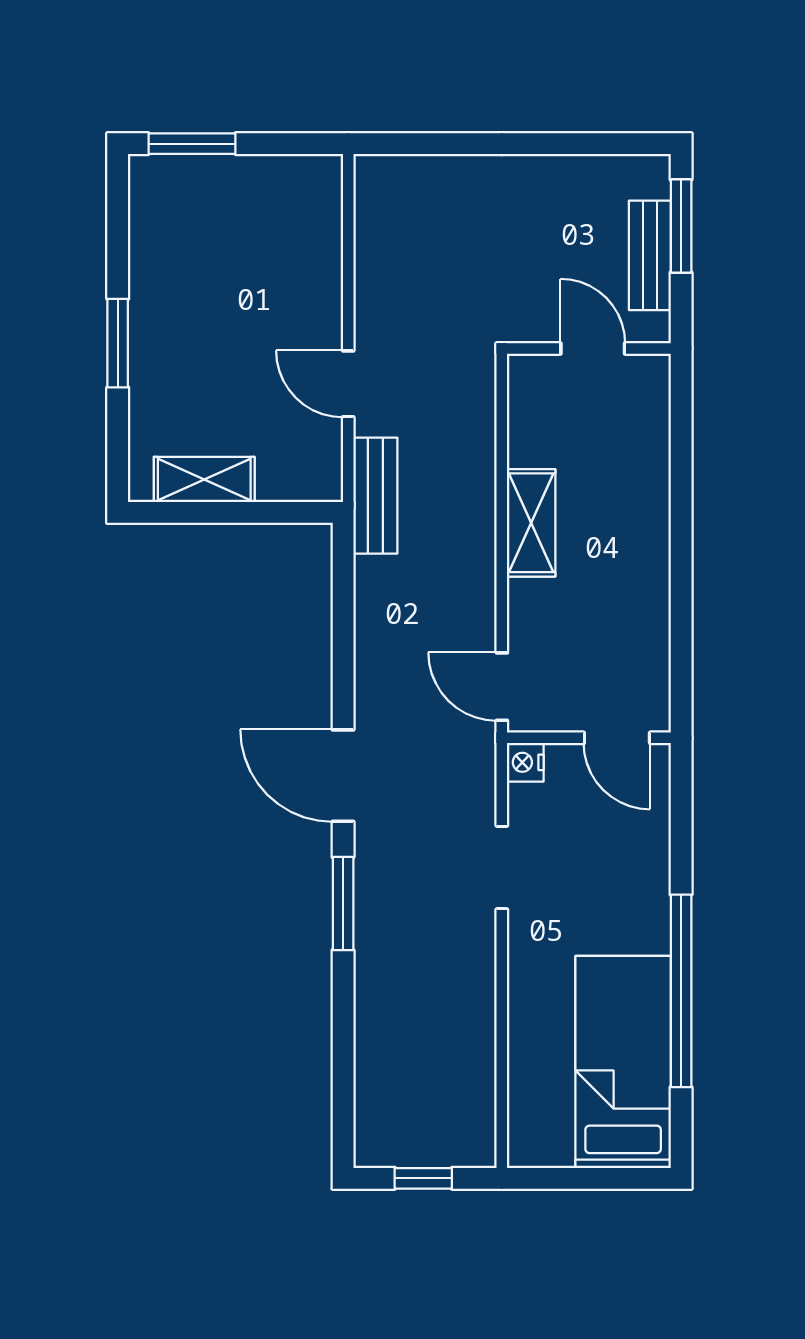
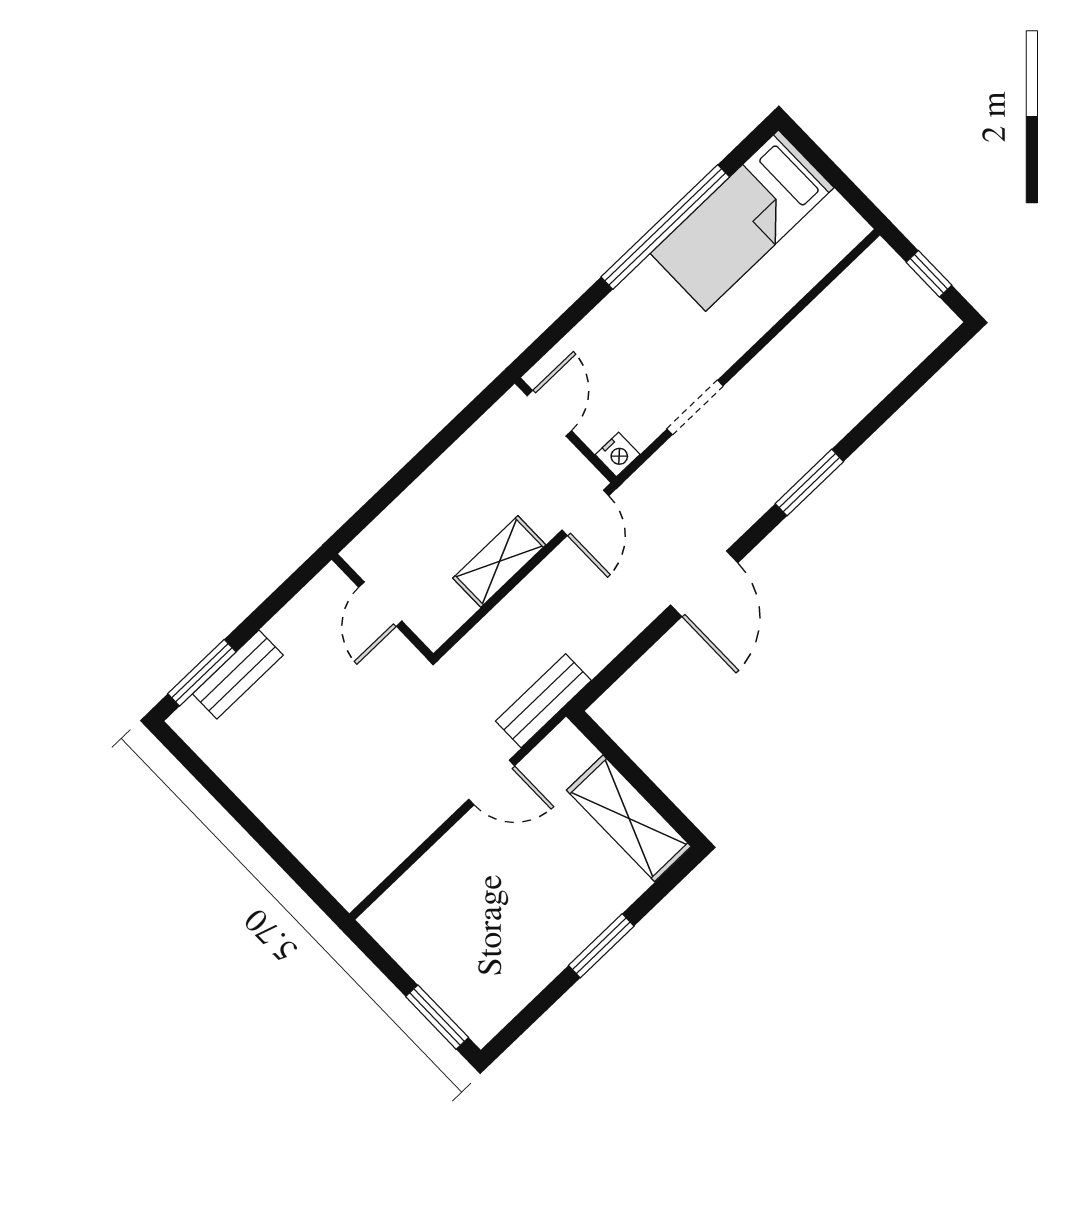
wall: (589, 349) -> (383, 606), moved
door: (593, 349) -> (380, 604), moved
door: (348, 384) -> (492, 782), hinge flipped
shelving: (204, 479) -> (629, 818), width x1.50, depth x1.33
shelving: (531, 523) -> (499, 561), moved
door: (343, 776) -> (704, 584), moved

